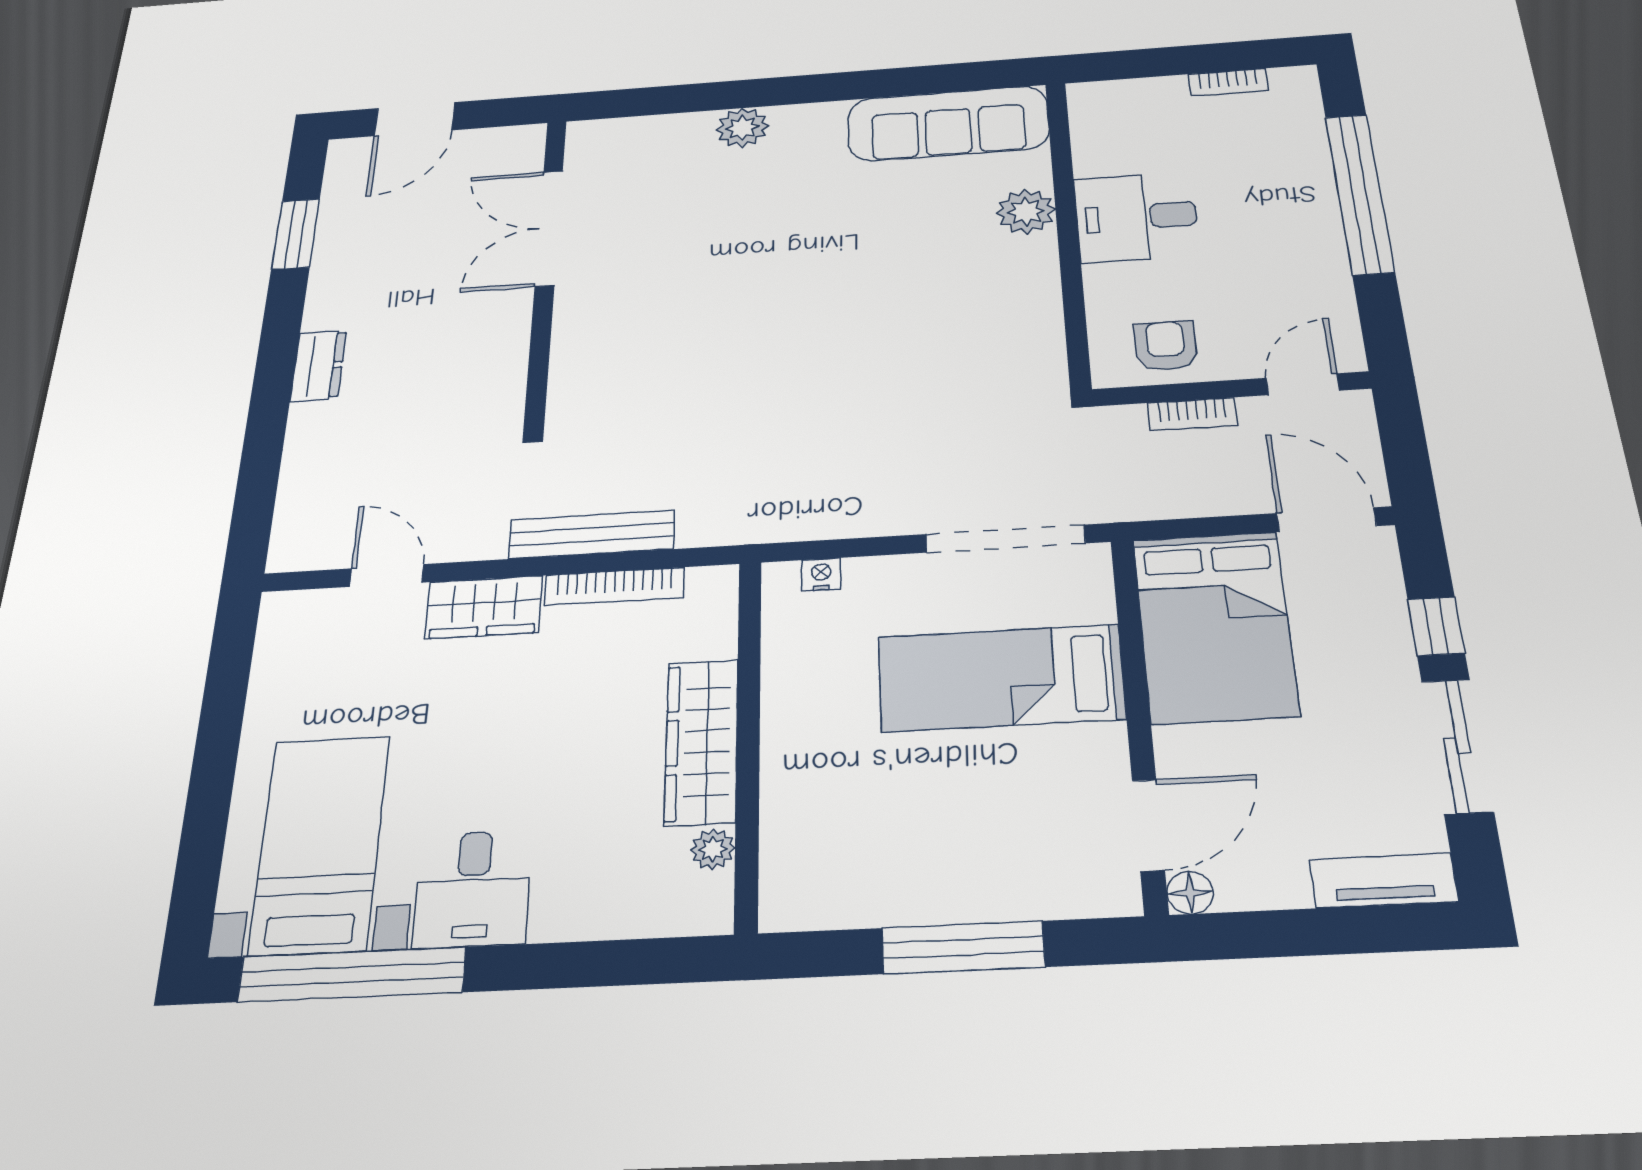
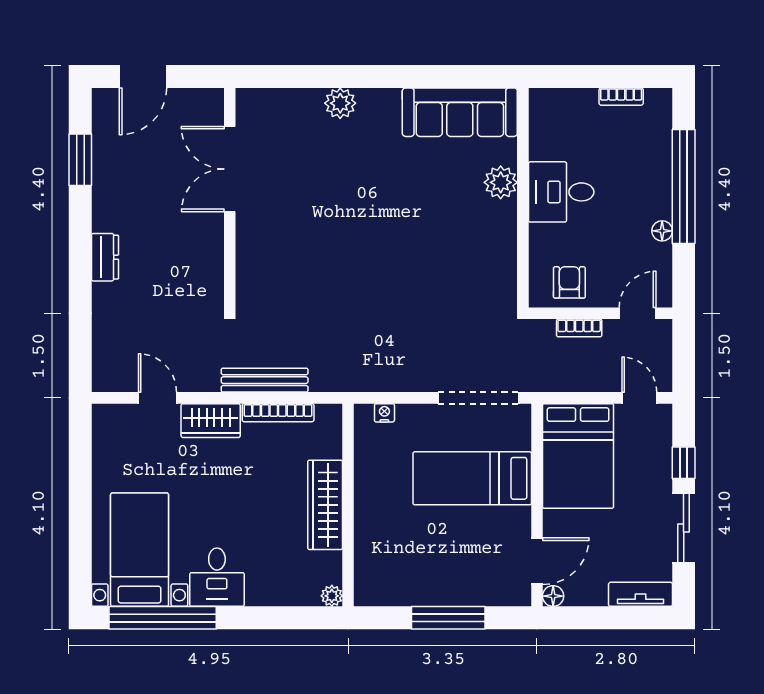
floor lamp: (1330, 259) -> (662, 231), added
door: (1327, 520) -> (639, 398), width x0.73
plant: (713, 849) -> (332, 596), moved

